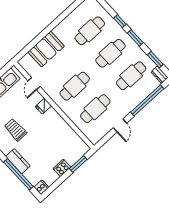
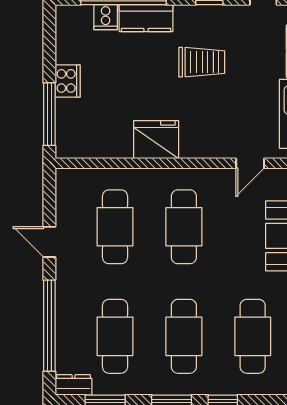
door: (34, 84) -> (250, 163), swing flipped
fridge: (43, 106) -> (156, 140), moved, width x1.88, depth x1.34
window: (78, 164) -> (49, 114), width x1.44
cooker: (41, 187) -> (106, 17), moved

